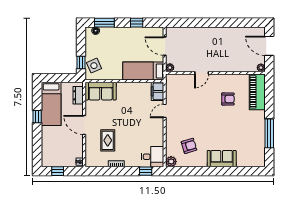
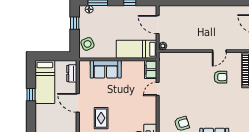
window: (81, 62) -> (75, 23), moved
door: (202, 73) -> (219, 51), moved
sofa: (101, 91) -> (106, 69), moved

